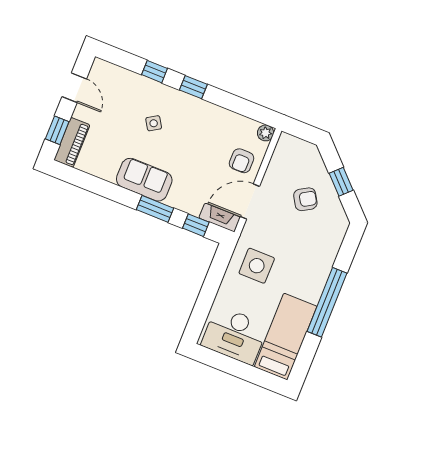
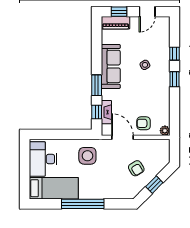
sofa: (144, 180) -> (111, 66), width x1.36
fireplace: (220, 218) -> (106, 112), moved

